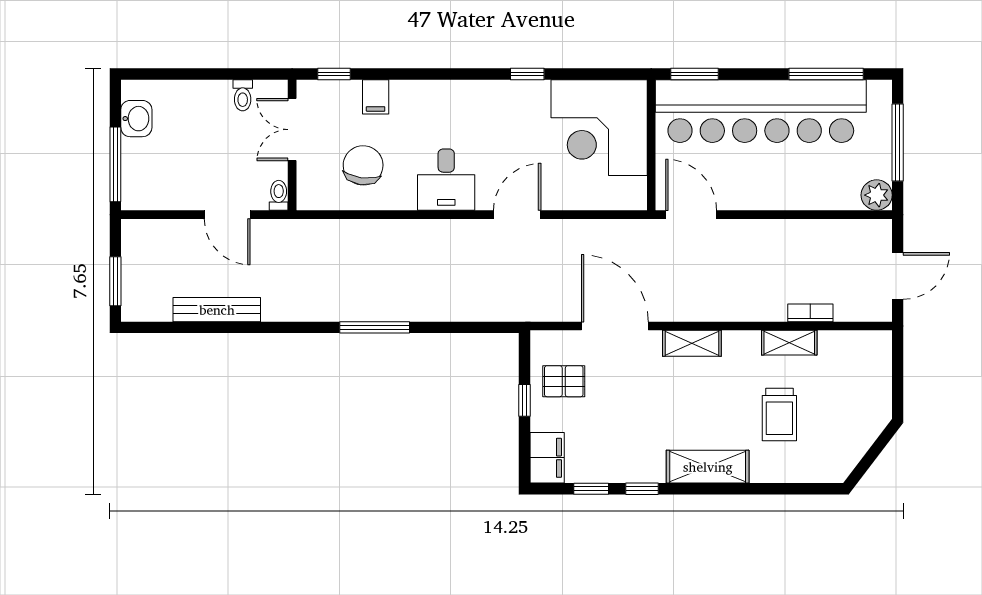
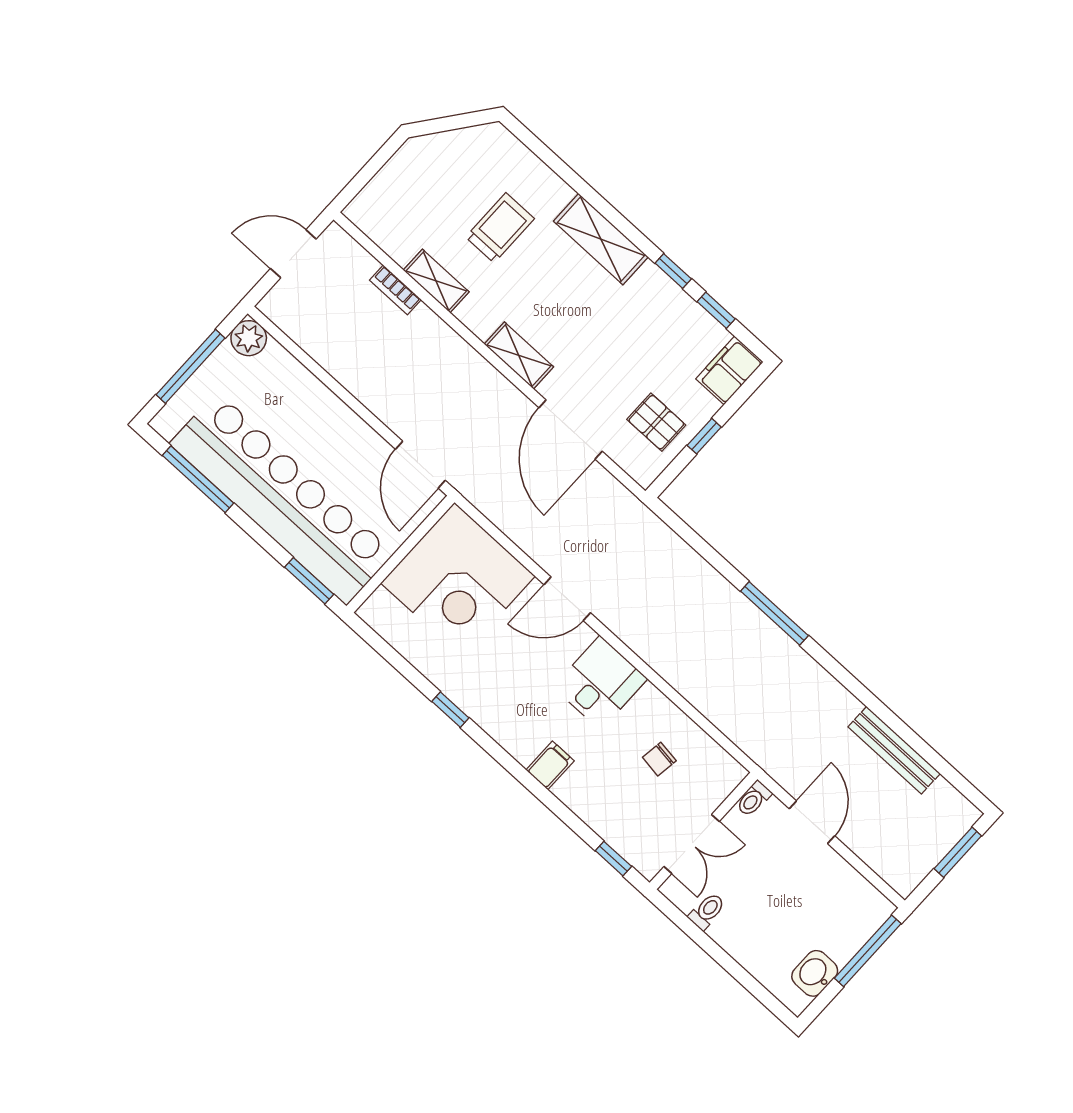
filing cabinet: (376, 97) -> (550, 765), moved
corner desk: (599, 128) -> (458, 580), moved, turned 90
chair: (363, 165) -> (659, 759), width x0.54, depth x0.54

